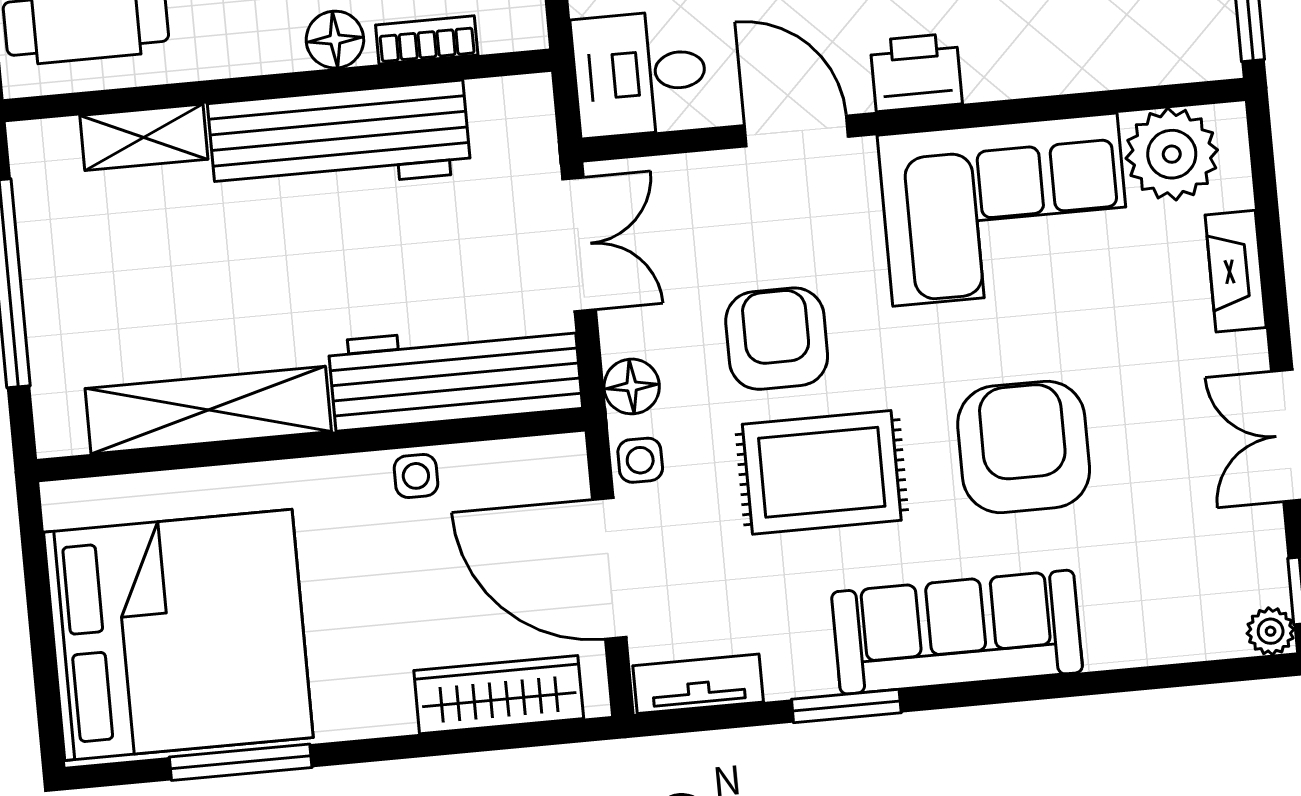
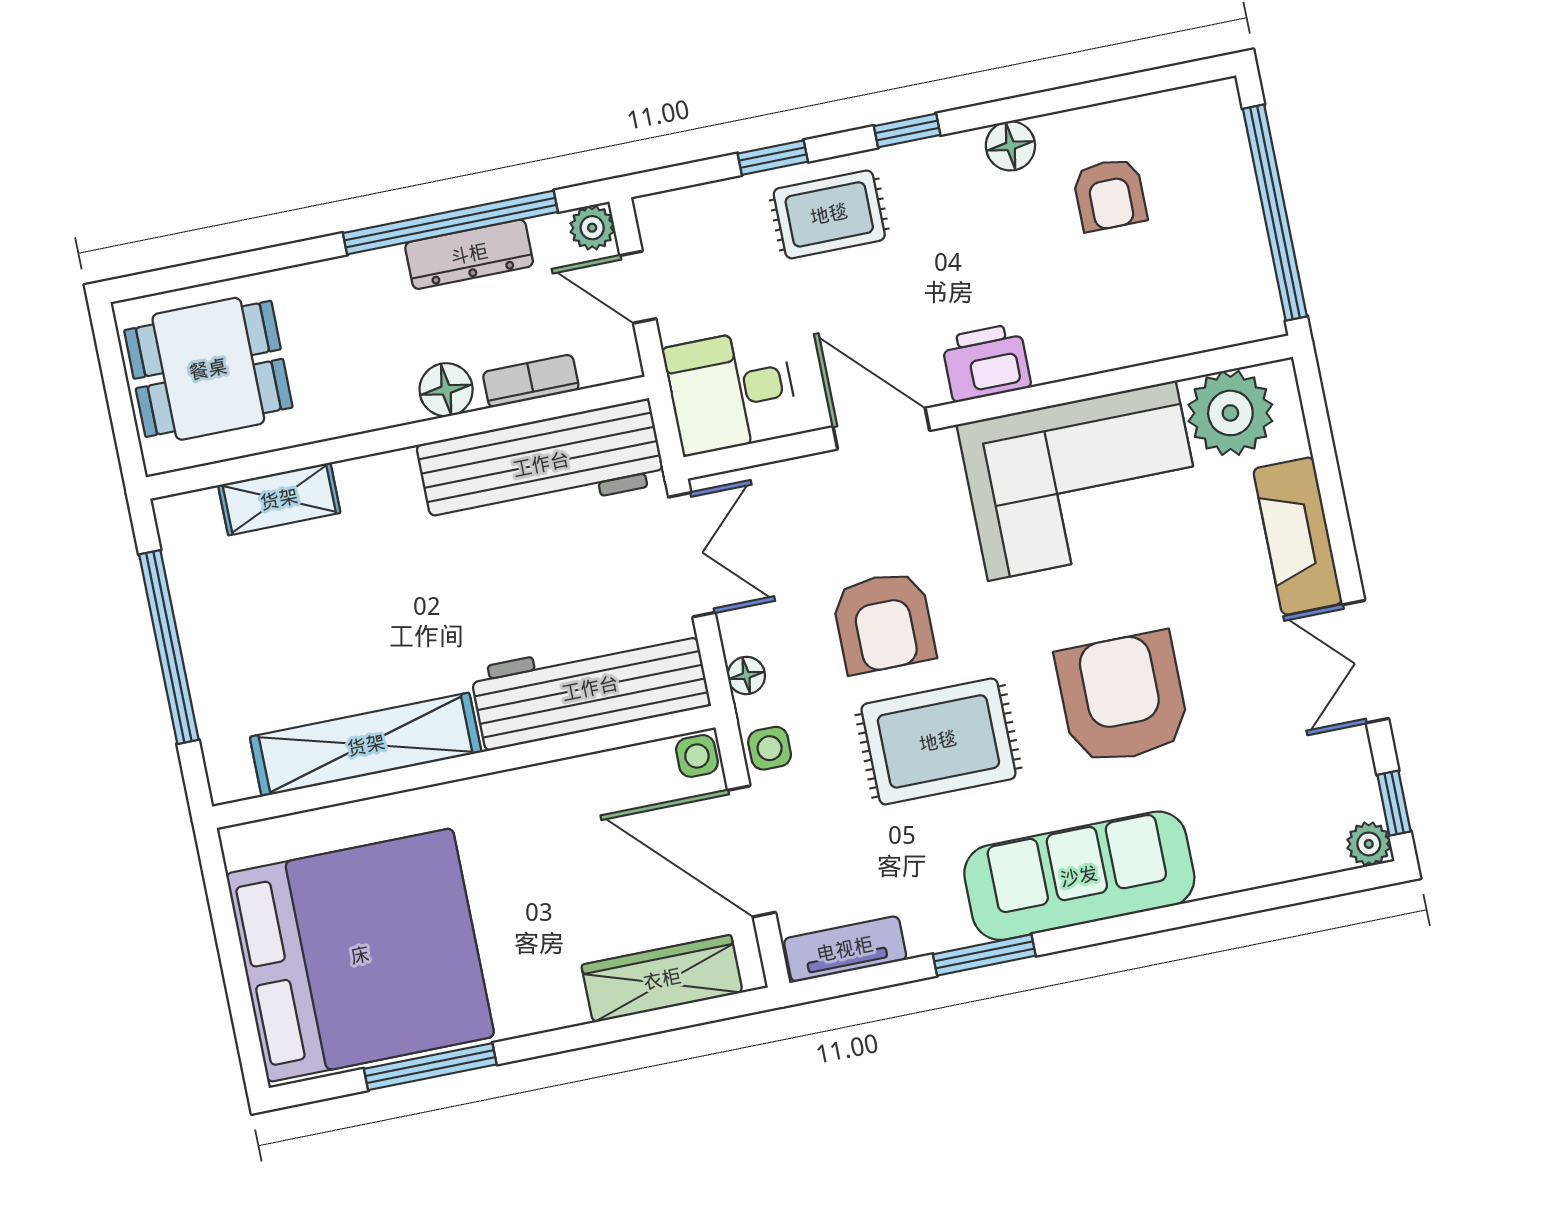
workbench: (339, 138) -> (541, 464), moved
fireplace: (1236, 271) -> (1298, 536), width x1.37, depth x1.32
armchair: (777, 339) -> (884, 622), turned 180
floor lamp: (632, 386) -> (746, 675), width x0.73, depth x0.73
side table: (416, 476) -> (697, 756), moved

